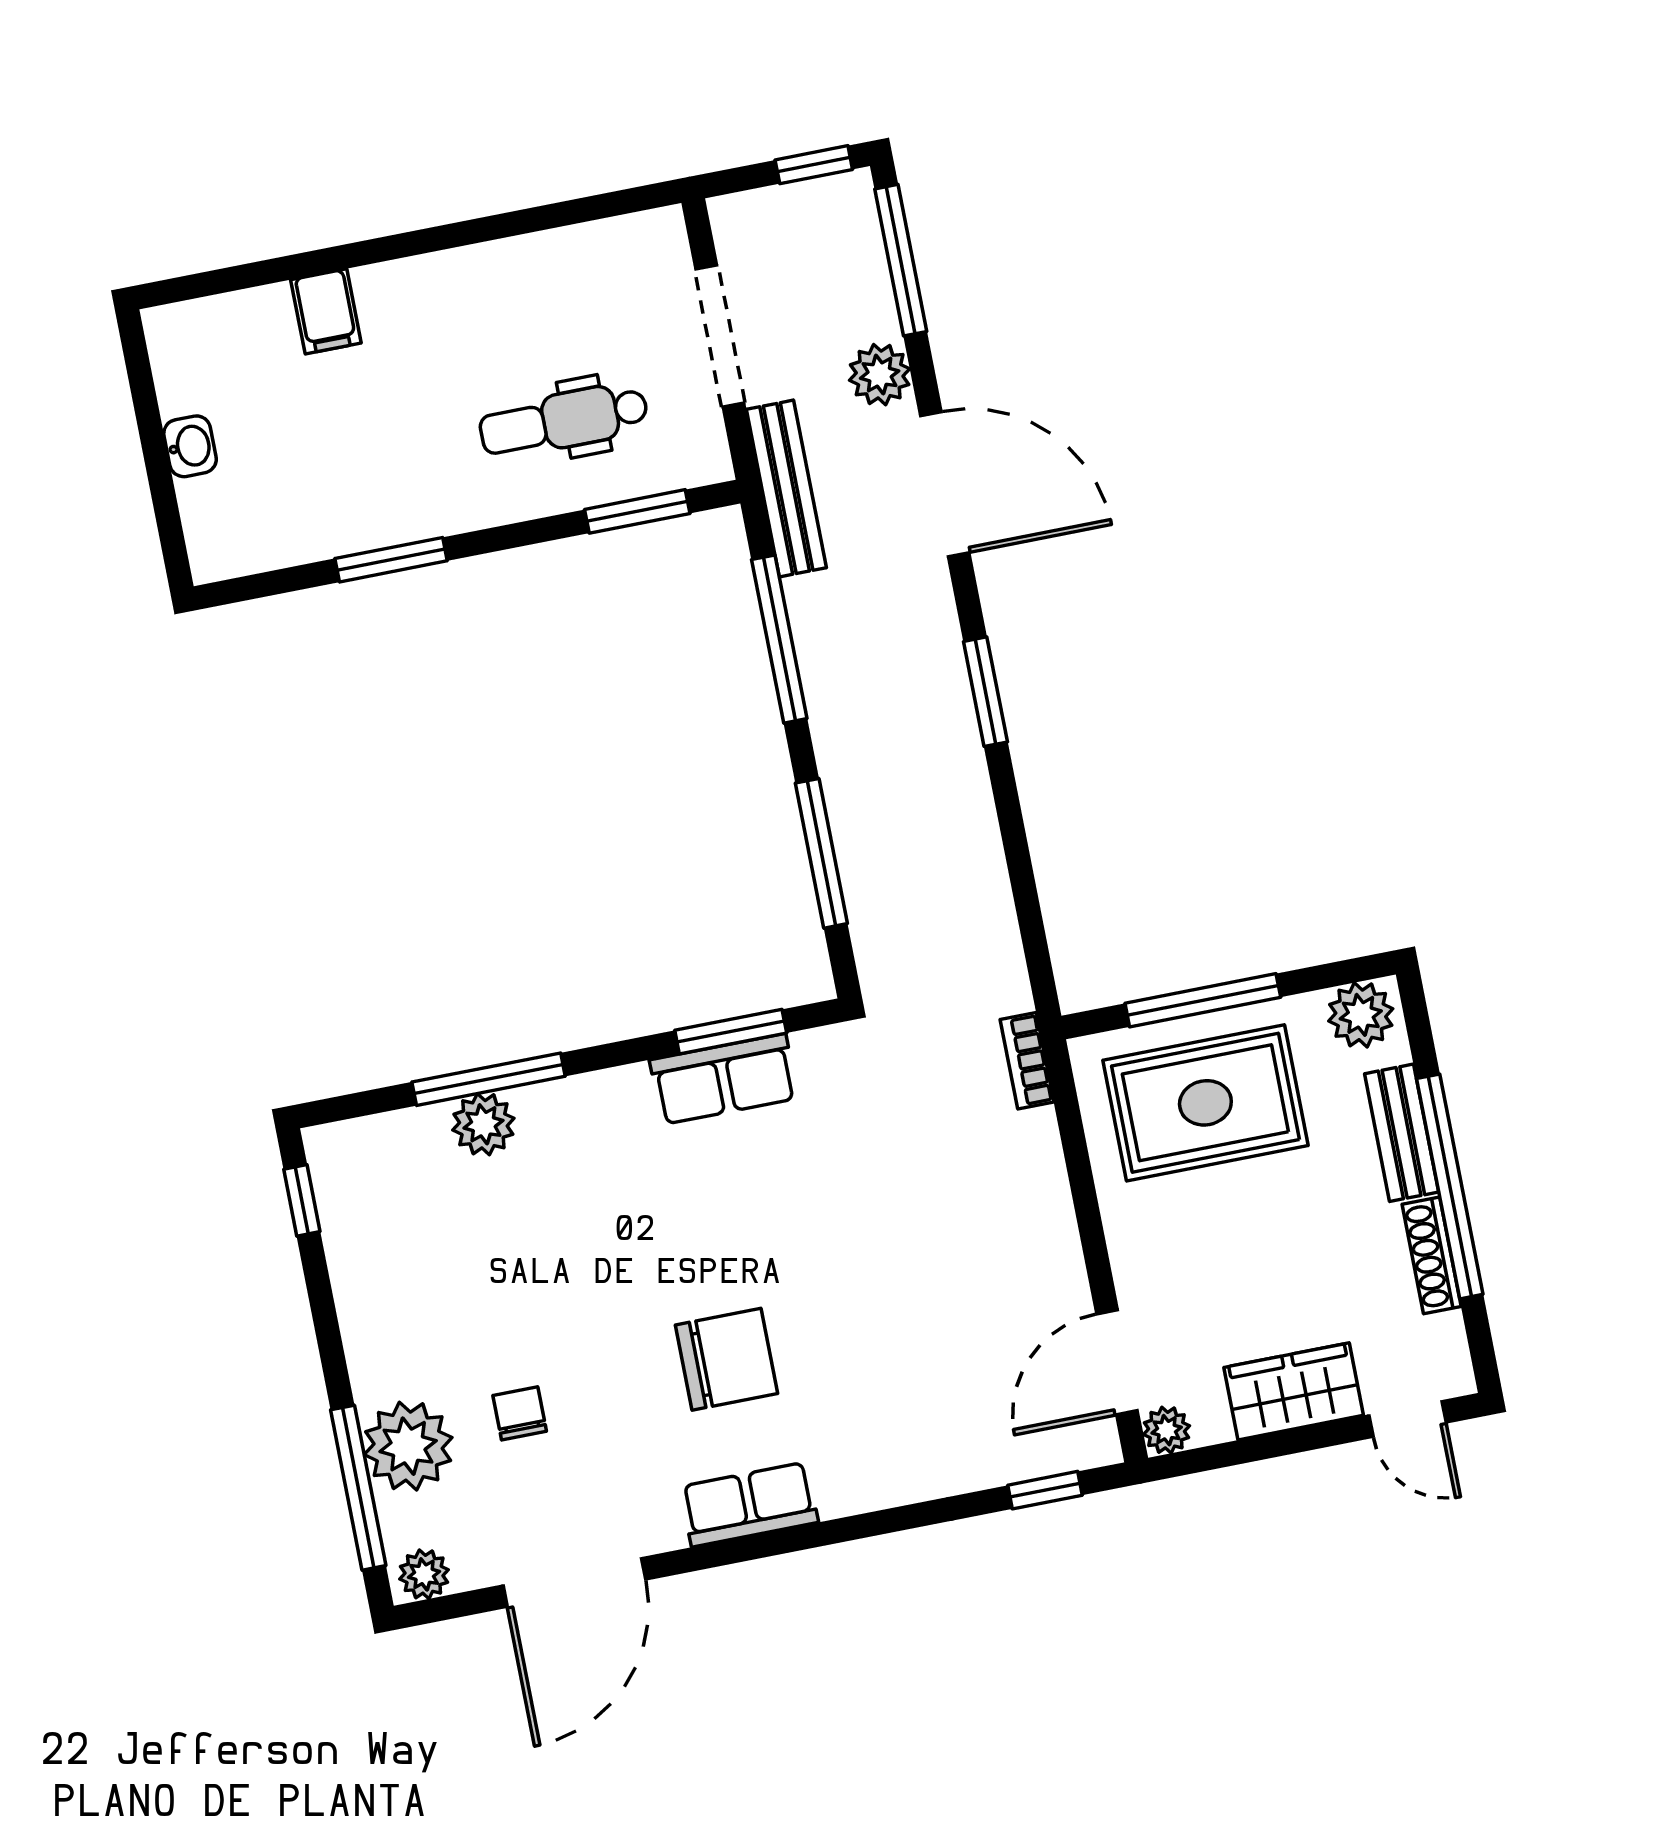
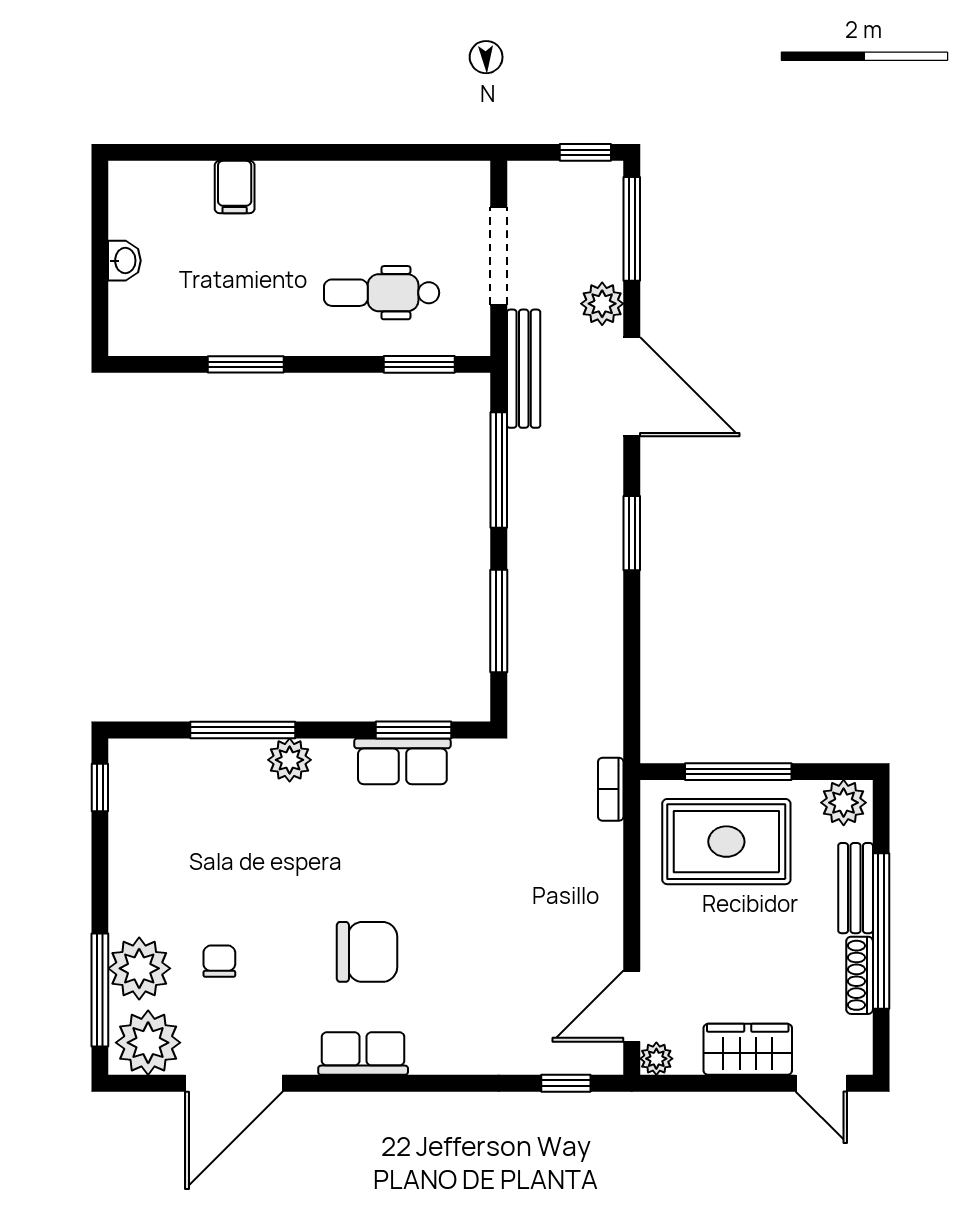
plant: (483, 1124) -> (290, 760), moved
plant: (424, 1574) -> (148, 1043), width x1.87, depth x1.87

